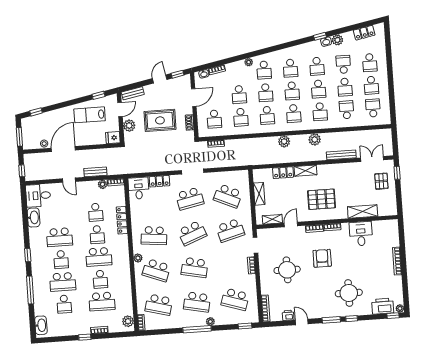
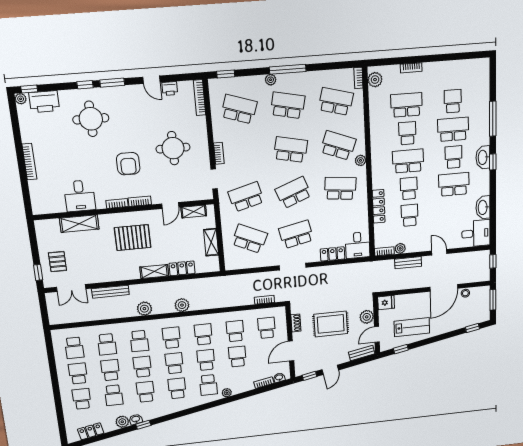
school desk: (264, 70) -> (208, 385), turned 180
school desk: (320, 112) -> (139, 341), turned 180
washbasin: (41, 325) -> (483, 157), moved
window: (85, 337) -> (430, 58), removed

